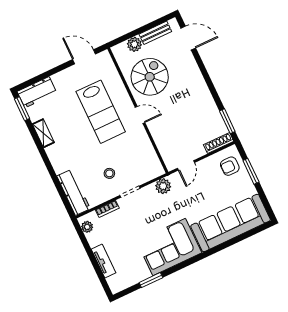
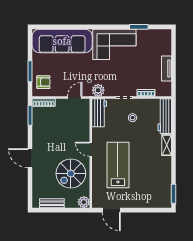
door: (188, 38) -> (30, 158), moved
plant: (134, 44) -> (84, 202), moved
workbench: (37, 92) -> (99, 113), moved, turned 90
shelving: (43, 133) -> (167, 145), moved
plant: (87, 227) -> (167, 87), removed
tv unit: (104, 261) -> (166, 68), moved

